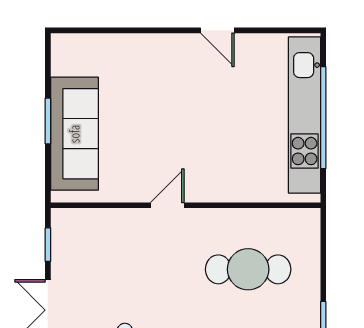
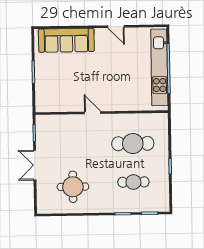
sofa: (74, 134) -> (66, 40), moved, turned 90
door: (167, 205) -> (93, 113), hinge flipped

